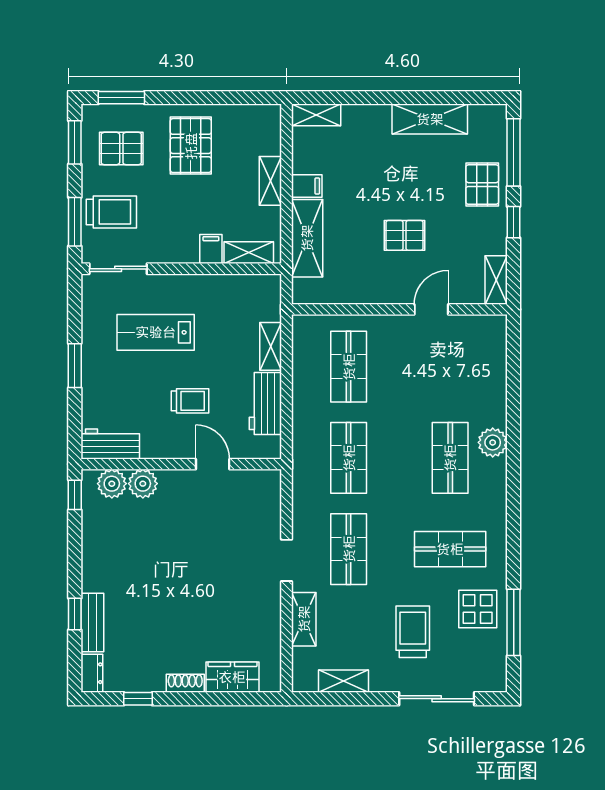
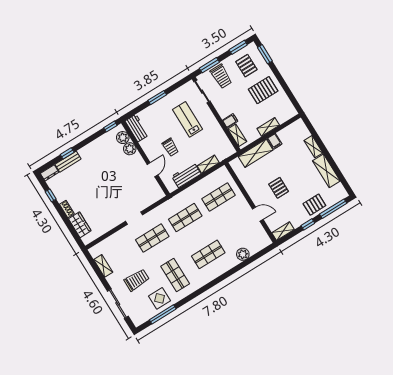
shelving: (316, 115) -> (313, 147), moved
plant: (493, 442) -> (243, 254), moved
shelving: (304, 619) -> (117, 238), removed

